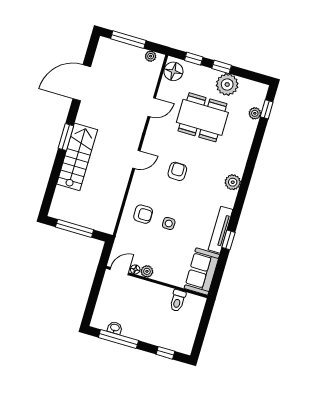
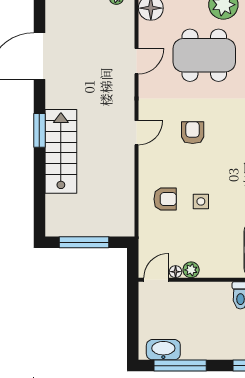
washbasin: (115, 328) -> (163, 350), width x1.91, depth x1.45

